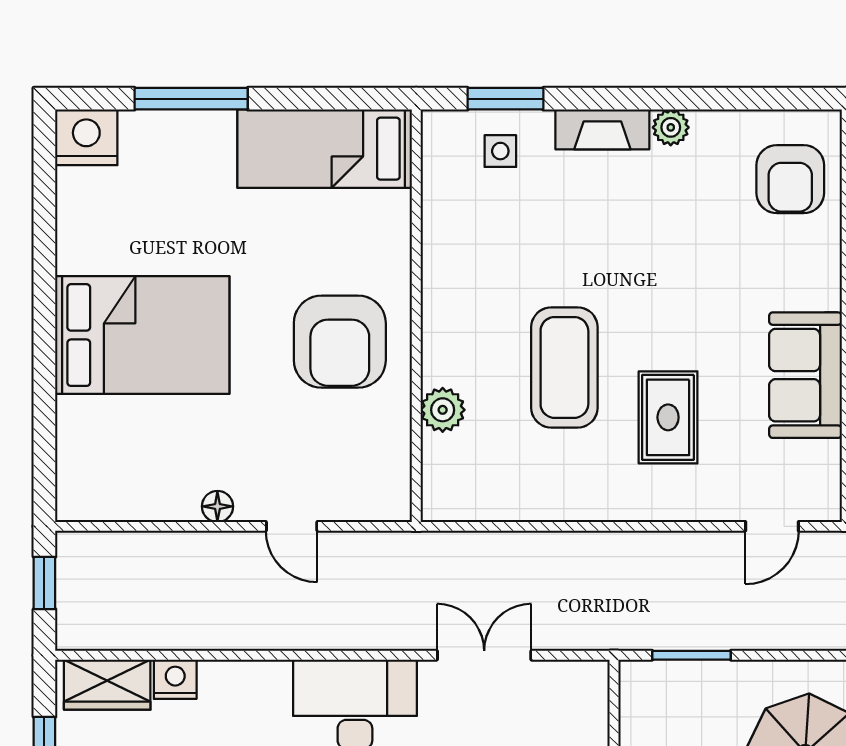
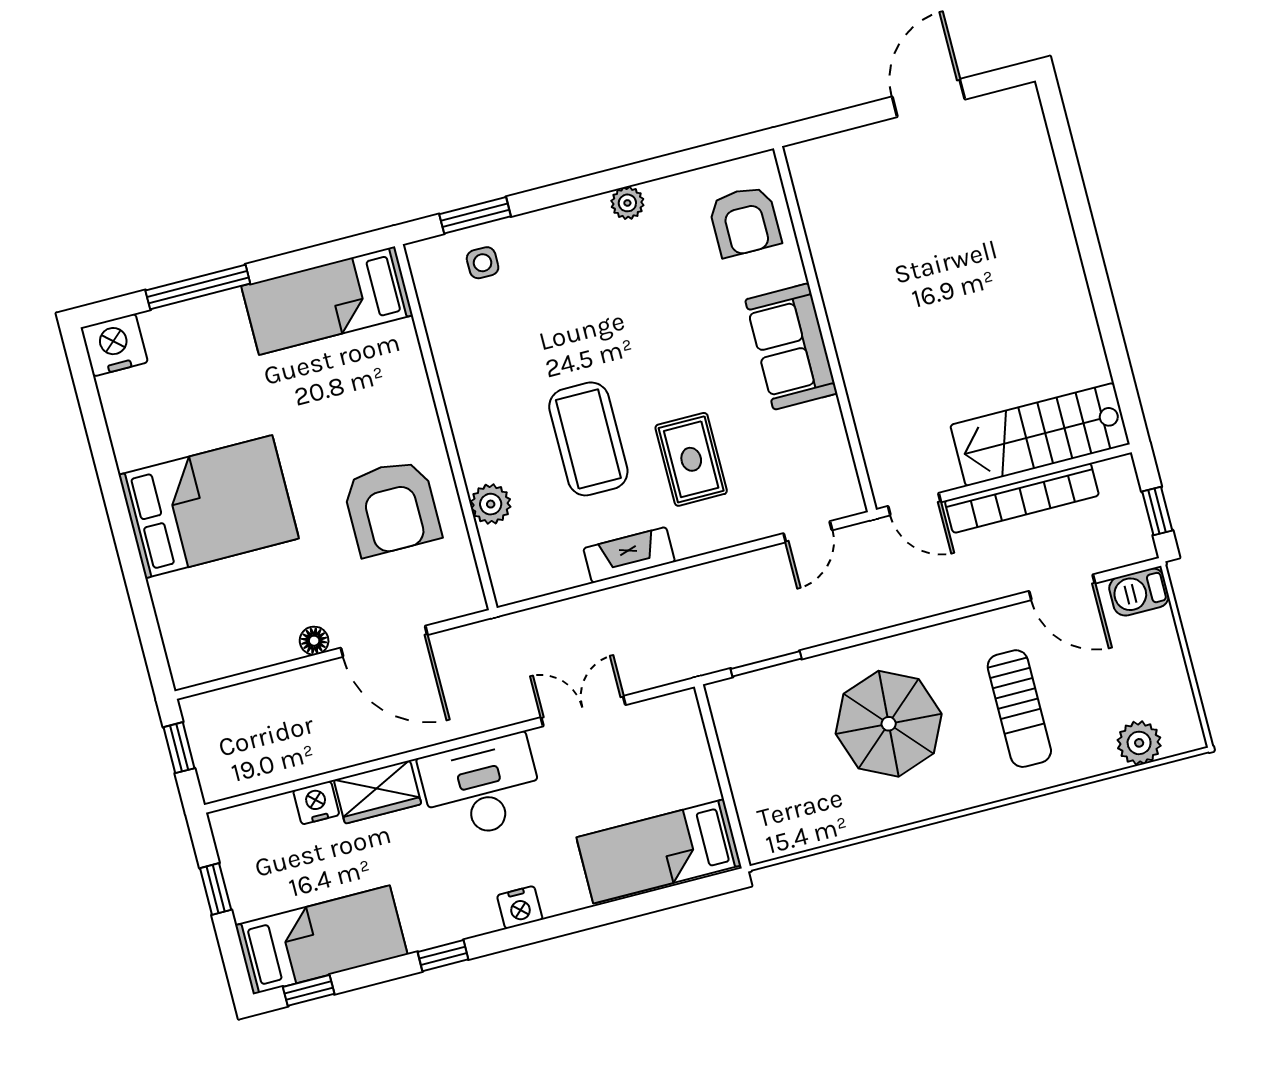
fireplace: (602, 129) -> (629, 555), moved, turned 180
armchair: (340, 342) -> (392, 508), moved
sofa: (805, 375) -> (791, 347), moved
door: (292, 526) -> (384, 641), width x1.87
wardrobe: (107, 685) -> (377, 792), moved

